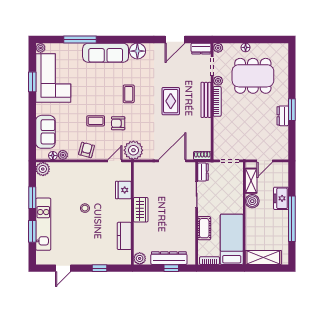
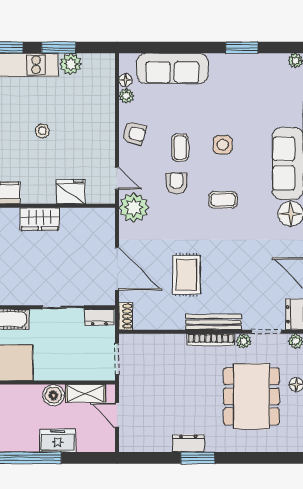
corner sofa: (53, 78) -> (248, 81), removed
side table: (94, 94) -> (223, 145), added
rug: (171, 101) -> (186, 275), moved, turned 90
sofa: (45, 132) -> (172, 68), width x1.36
plant: (43, 169) -> (71, 64), moved

